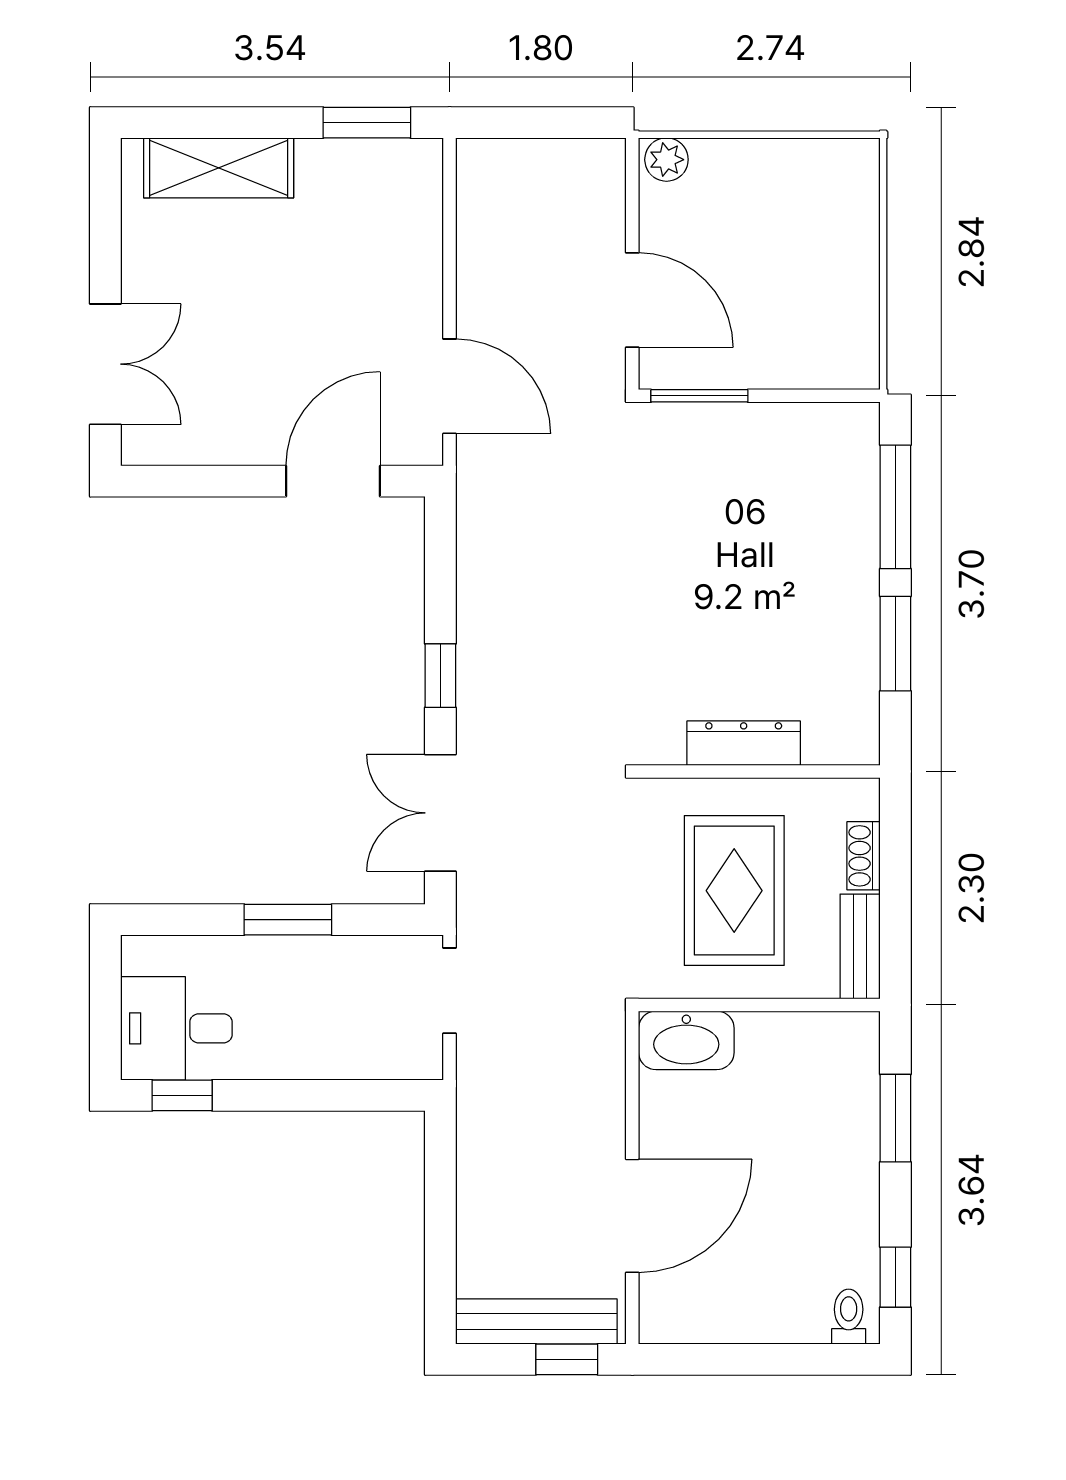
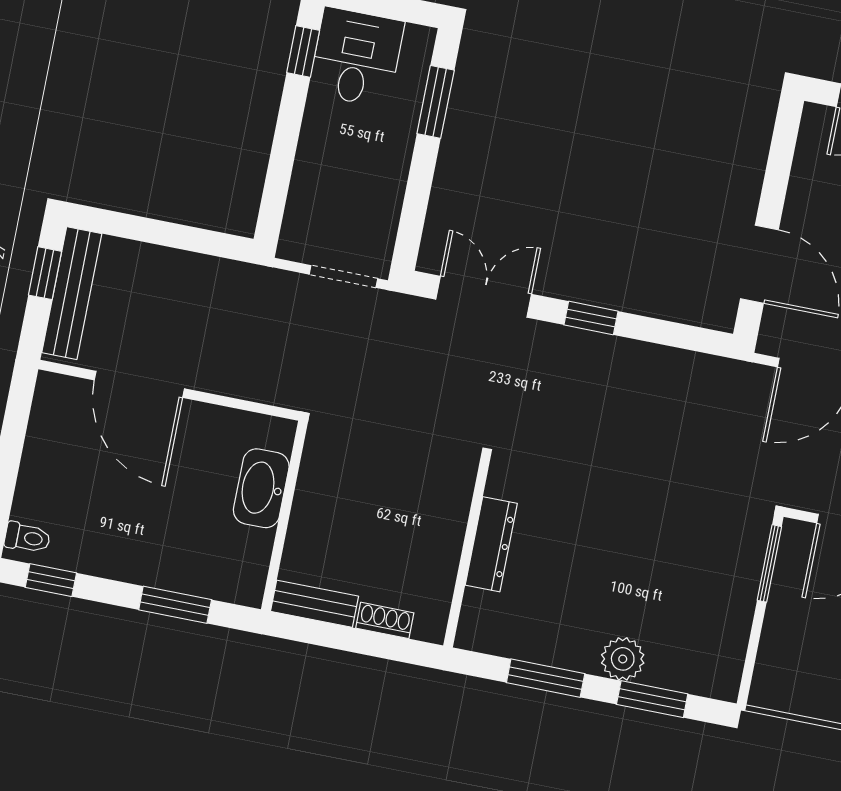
window: (895, 507) -> (652, 699), width x0.69
plant: (853, 553) -> (623, 659), added
rug: (734, 891) -> (378, 514), removed
window: (288, 920) -> (436, 102), moved
washbasin: (686, 1040) -> (261, 488), moved
window: (567, 1359) -> (45, 273), moved

